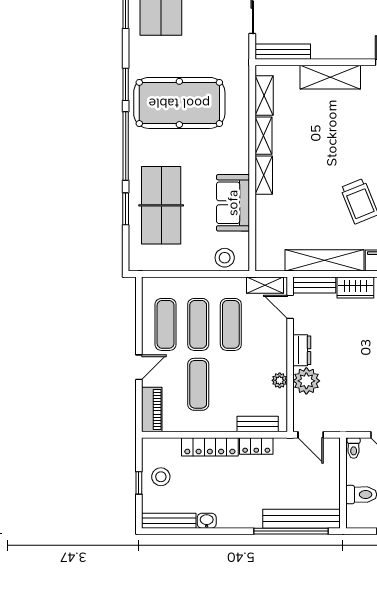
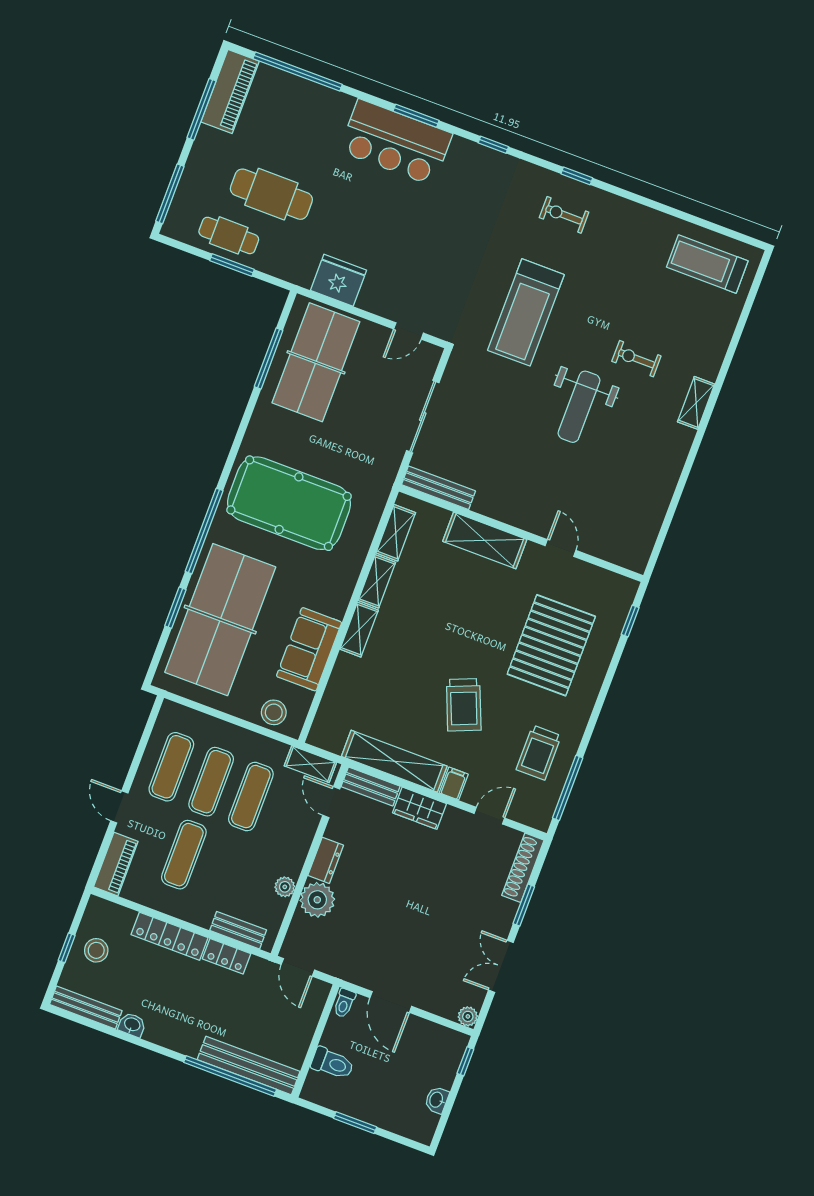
window: (126, 84) -> (232, 456), removed
table tennis table: (161, 205) -> (220, 620), width x1.36, depth x1.32
door: (139, 367) -> (119, 807), swing flipped

